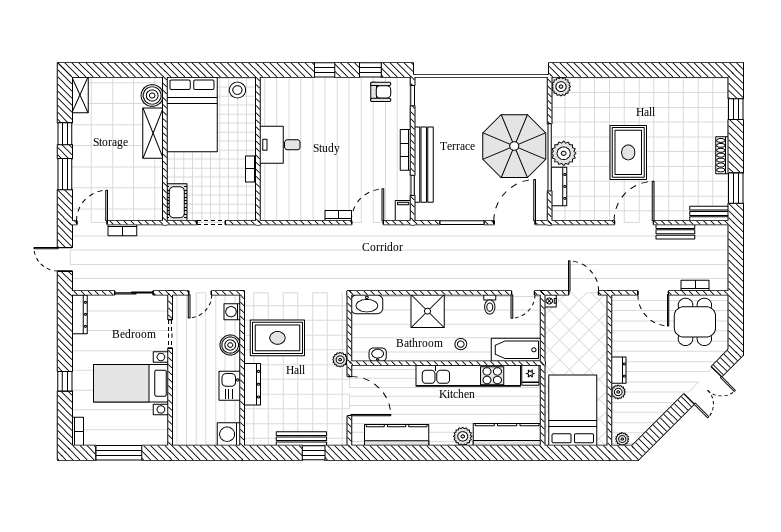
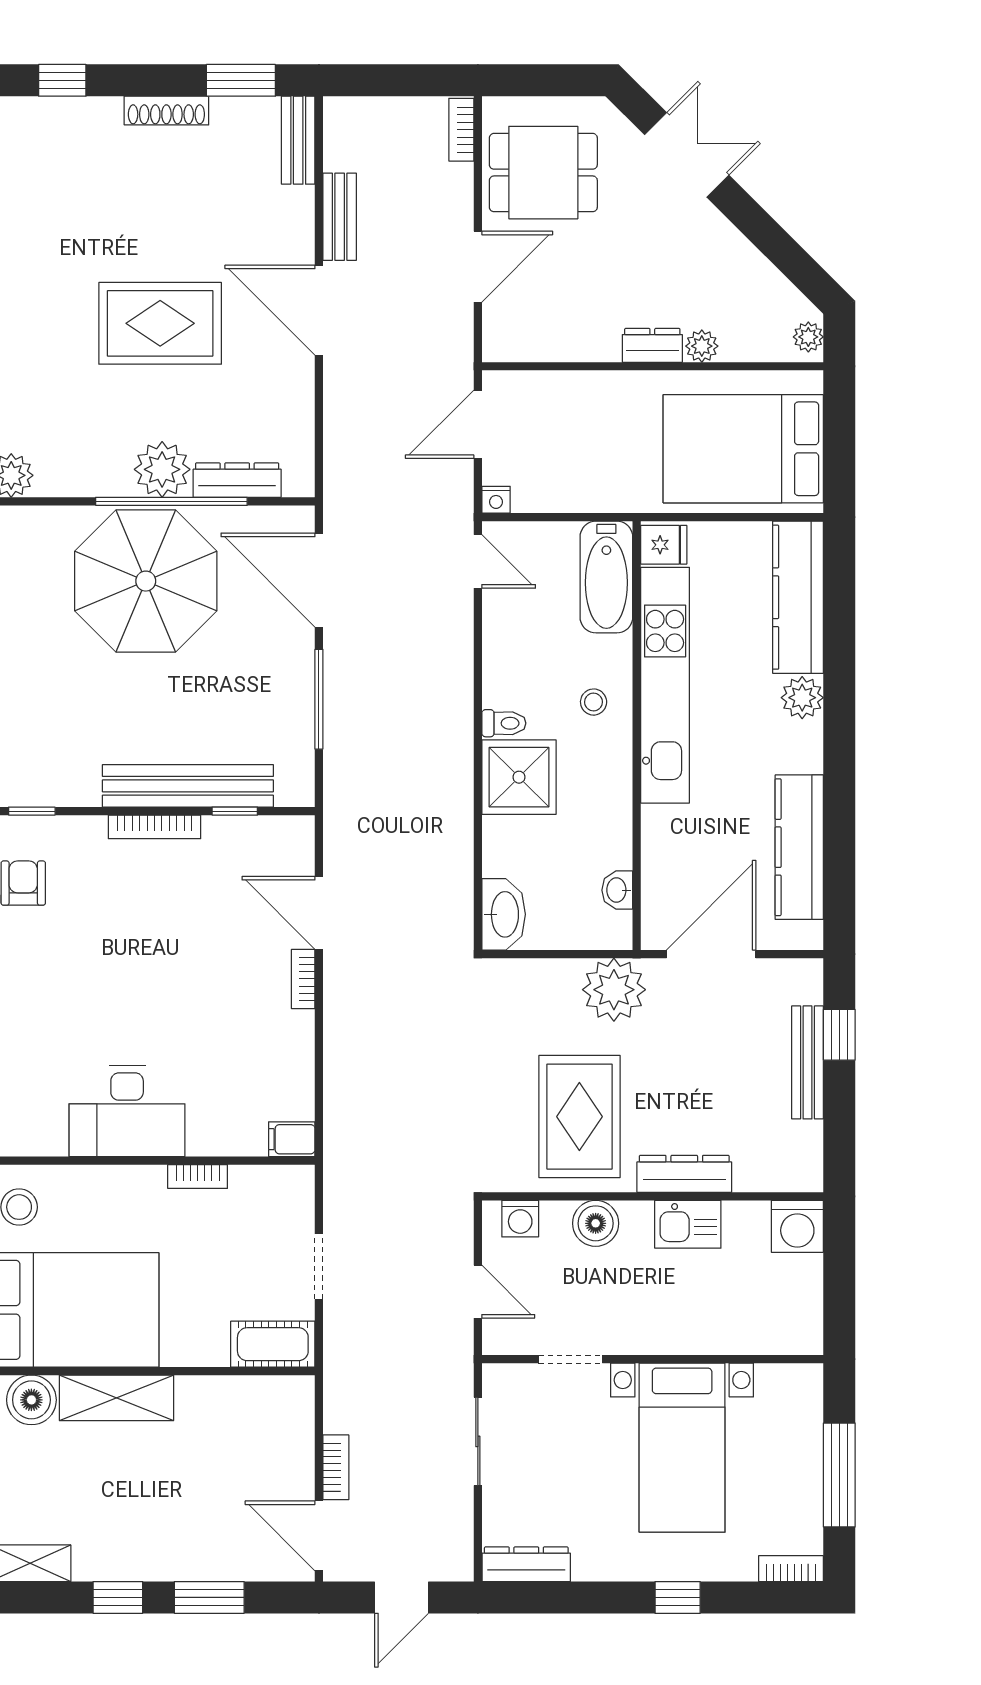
desk: (280, 145) -> (127, 1111), width x1.37
filing cabinet: (403, 211) -> (292, 1139), moved
bookcase: (695, 286) -> (461, 130), moved
toilet: (490, 304) -> (504, 723), moved
plant: (340, 360) -> (614, 990), width x1.88, depth x1.88

